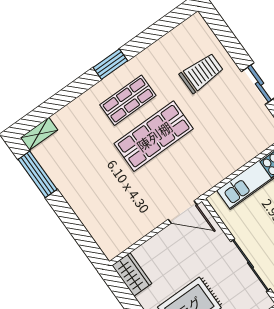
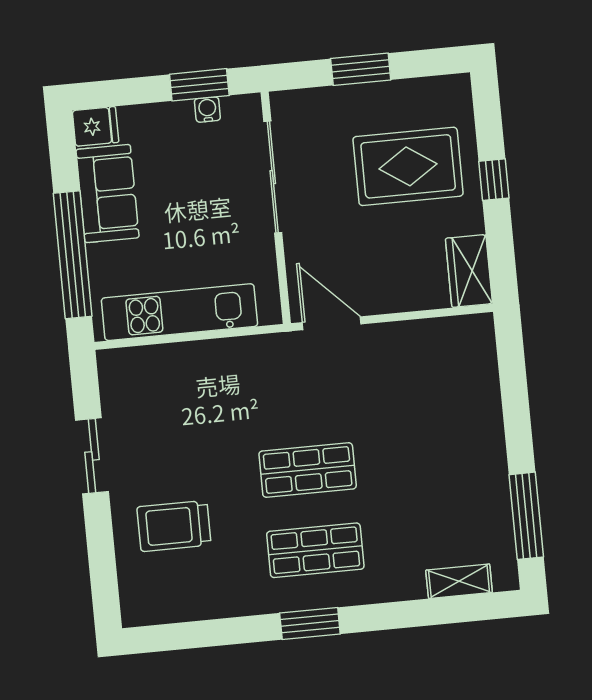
shelving: (39, 134) -> (459, 581), moved
shop shelf: (154, 136) -> (308, 470), width x0.70, depth x0.74

